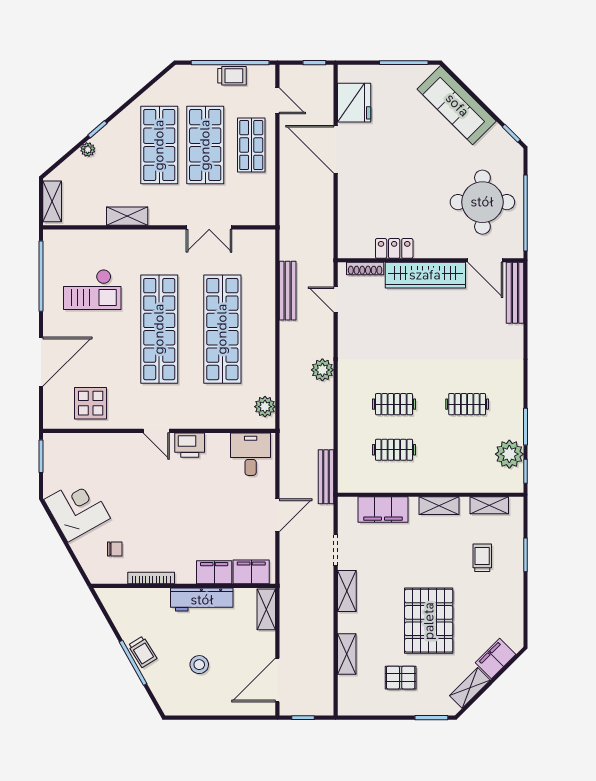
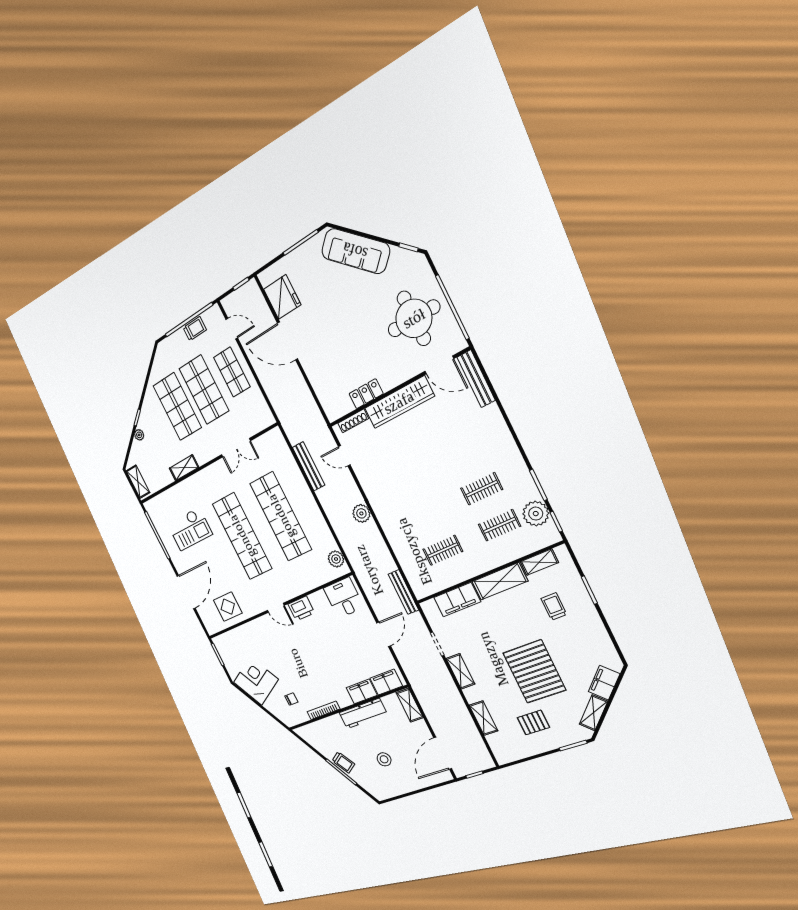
clothes rail: (394, 404) -> (499, 525), moved
shelving: (439, 506) -> (500, 581), width x1.50, depth x1.33

